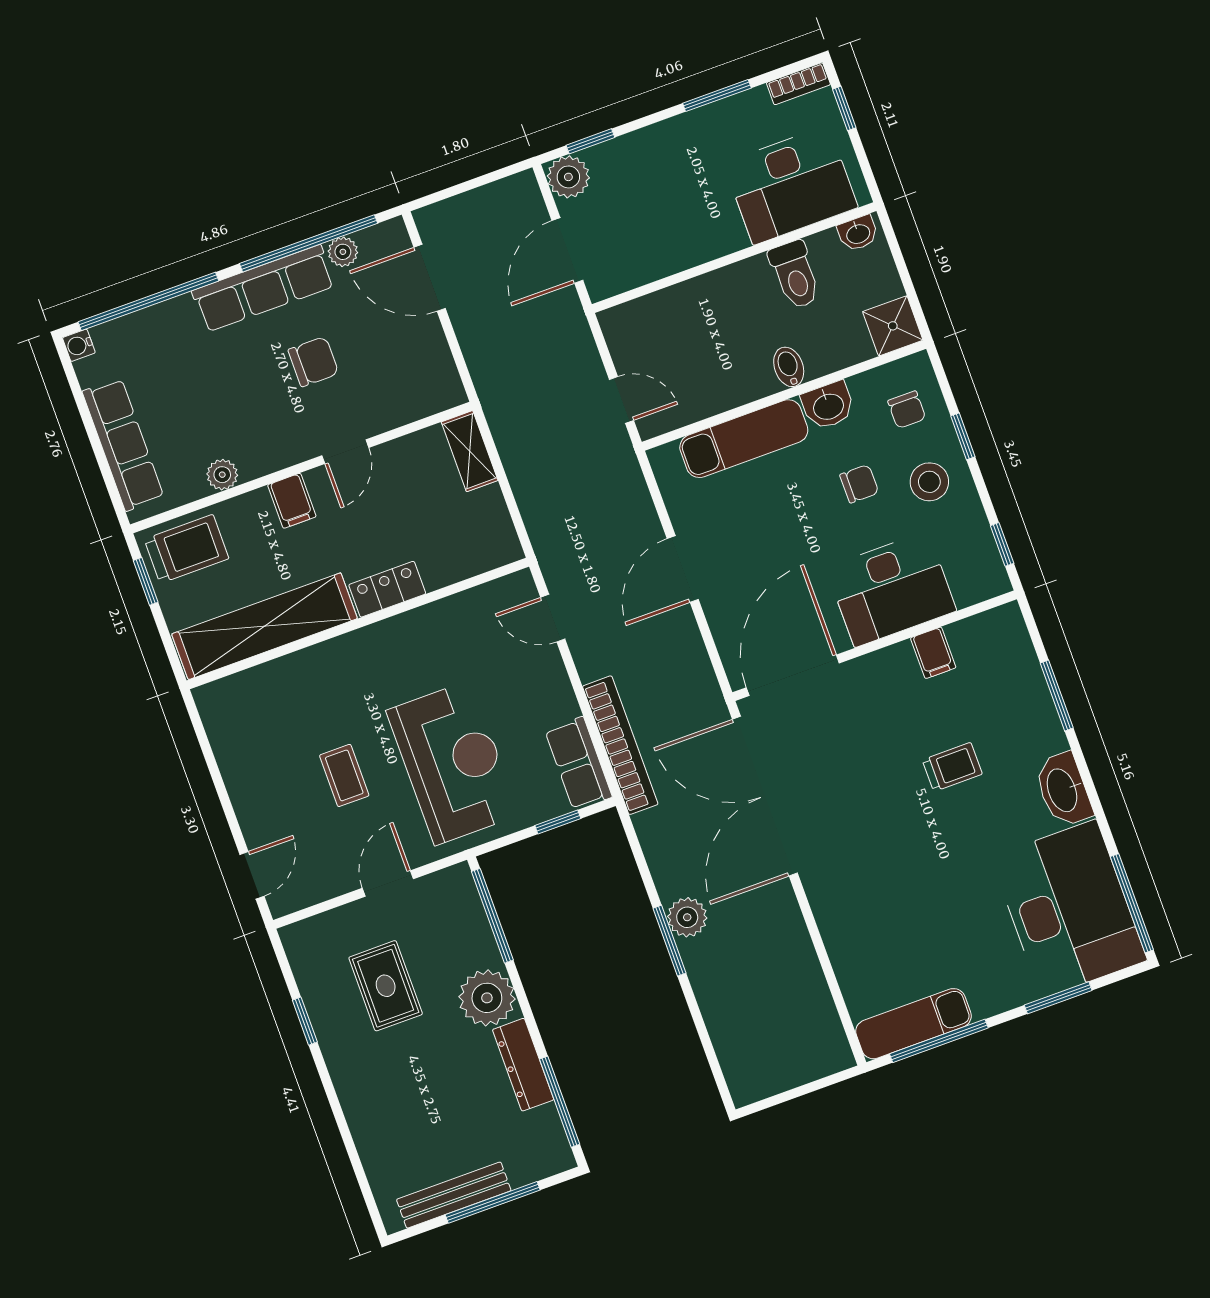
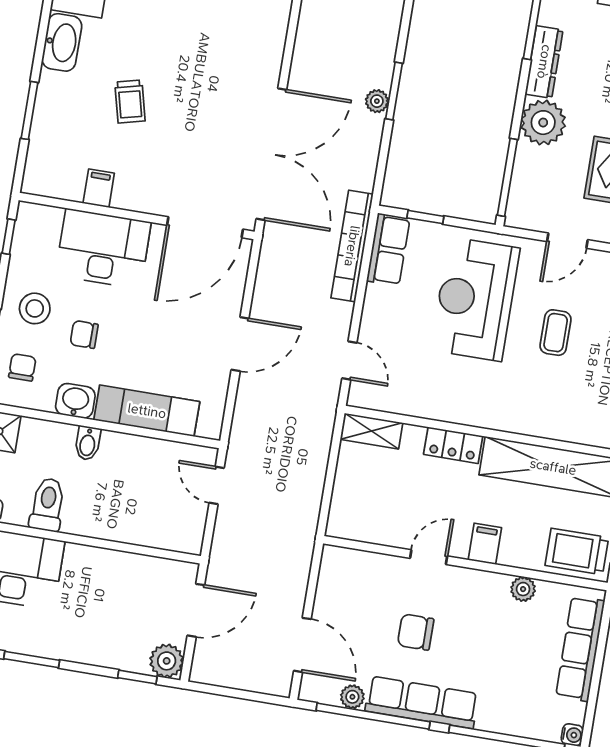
shelving: (470, 451) -> (372, 431), moved, turned 90
trolley: (952, 767) -> (130, 102), turned -104
plant: (687, 917) -> (377, 101), width x0.73, depth x0.73

